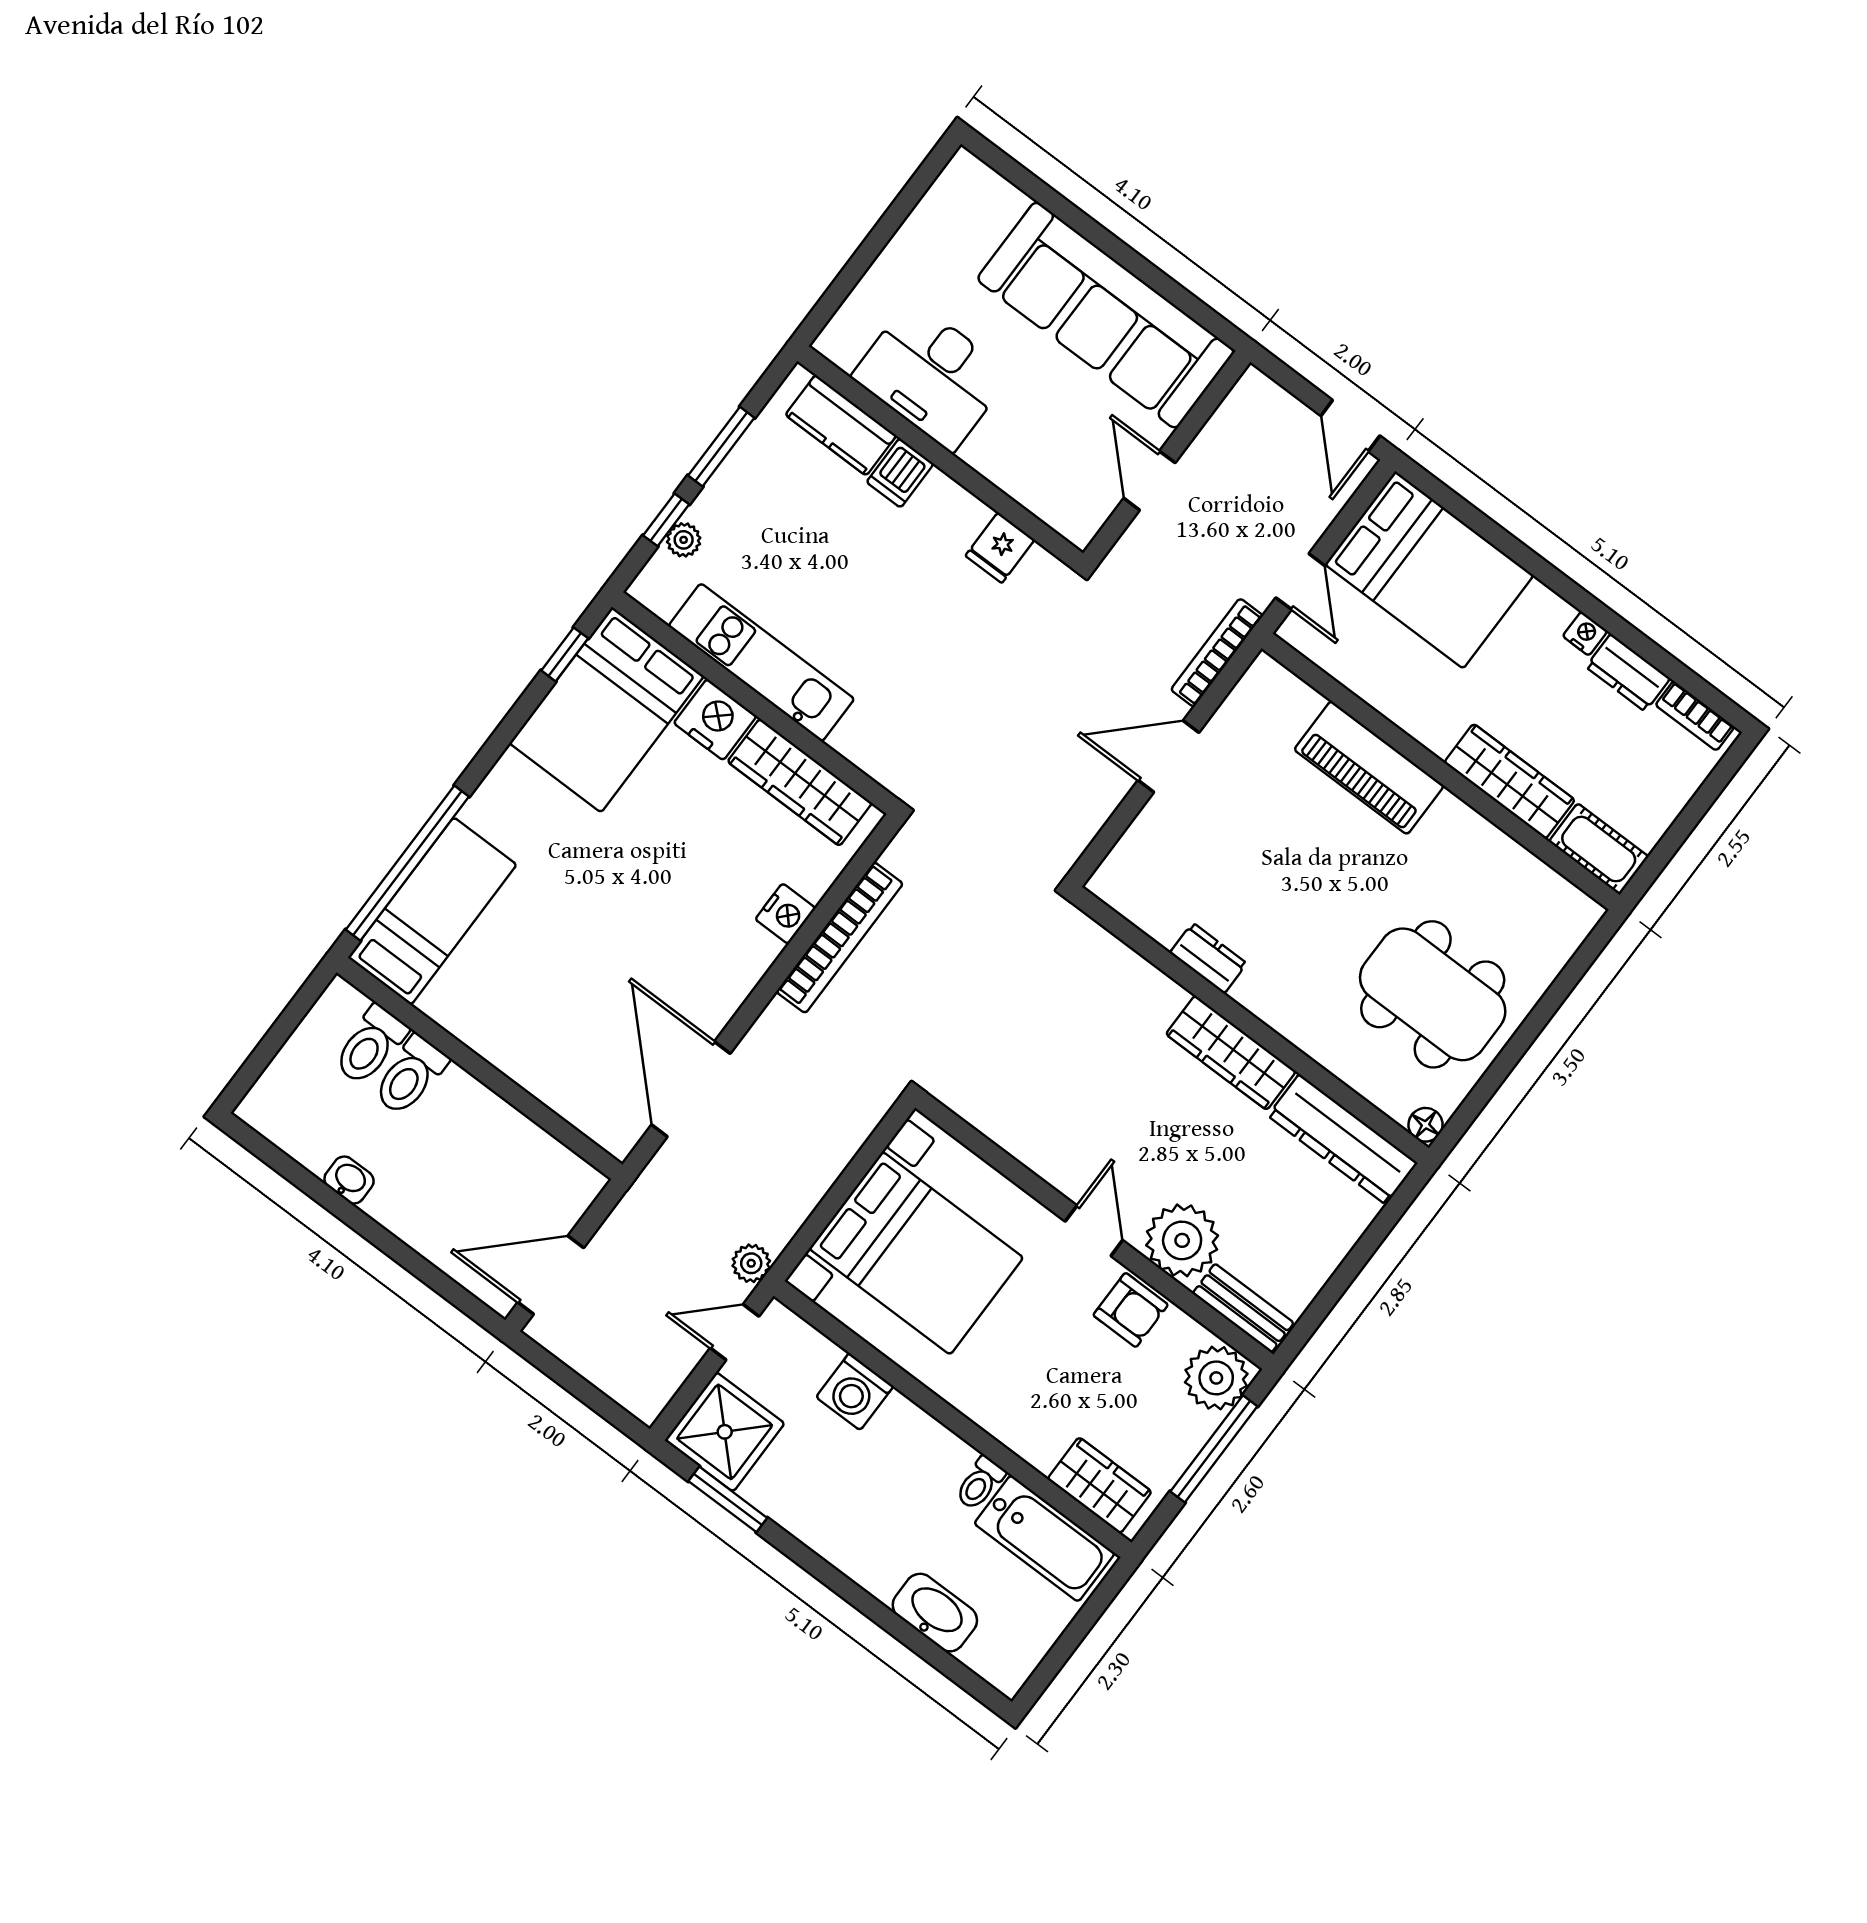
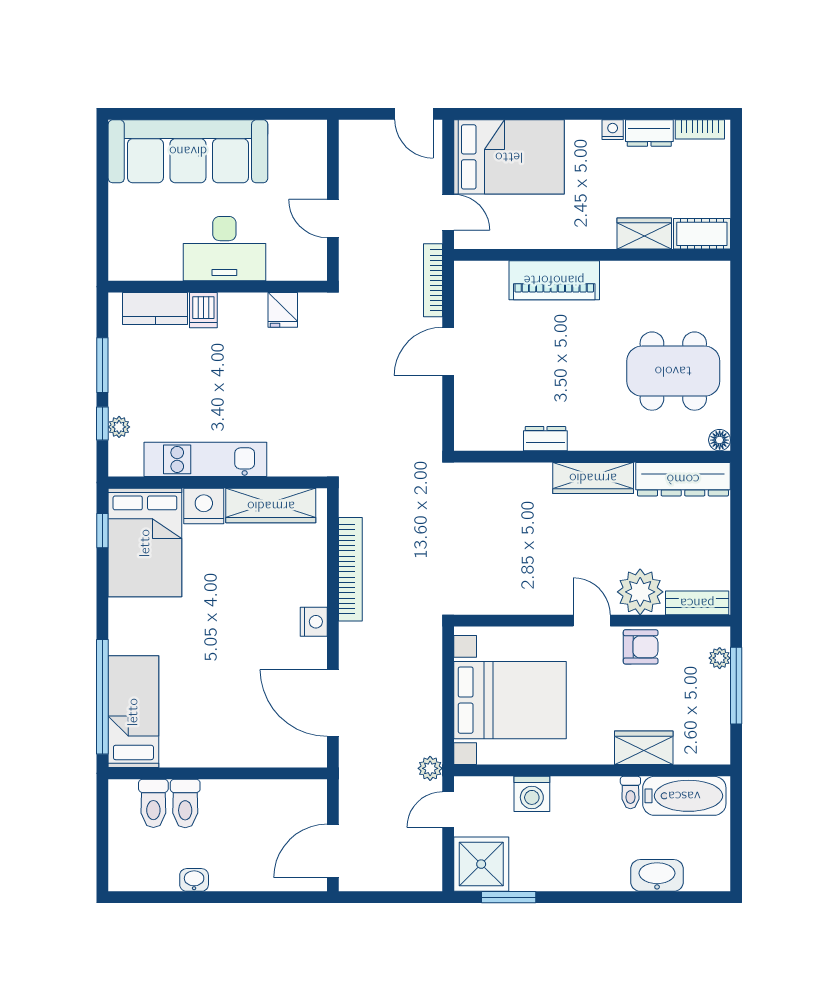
sofa: (1106, 315) -> (188, 151), moved
desk: (931, 375) -> (224, 249), moved
wardrobe: (1509, 781) -> (644, 234), width x0.67
nightstand: (785, 914) -> (314, 622), moved
plant: (1216, 1378) -> (720, 658), width x0.53, depth x0.53
wardrobe: (1099, 1485) -> (644, 748), moved

